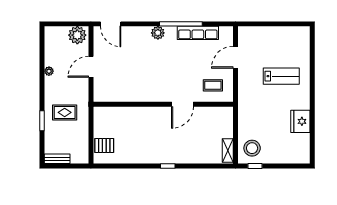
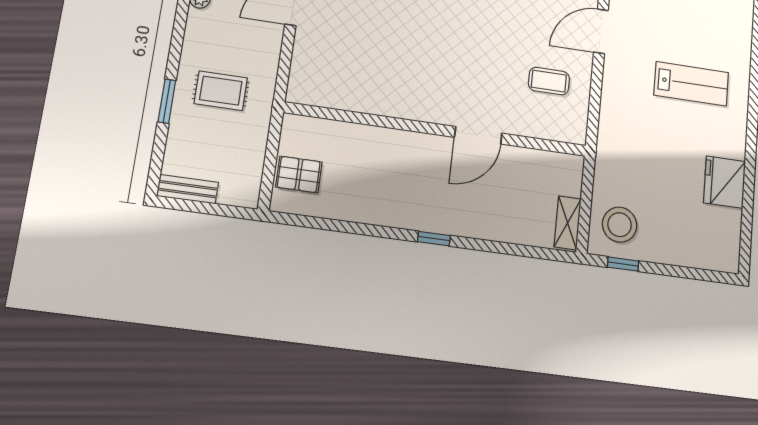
wall: (163, 104) -> (437, 129), moved
door: (183, 104) -> (478, 135), moved

